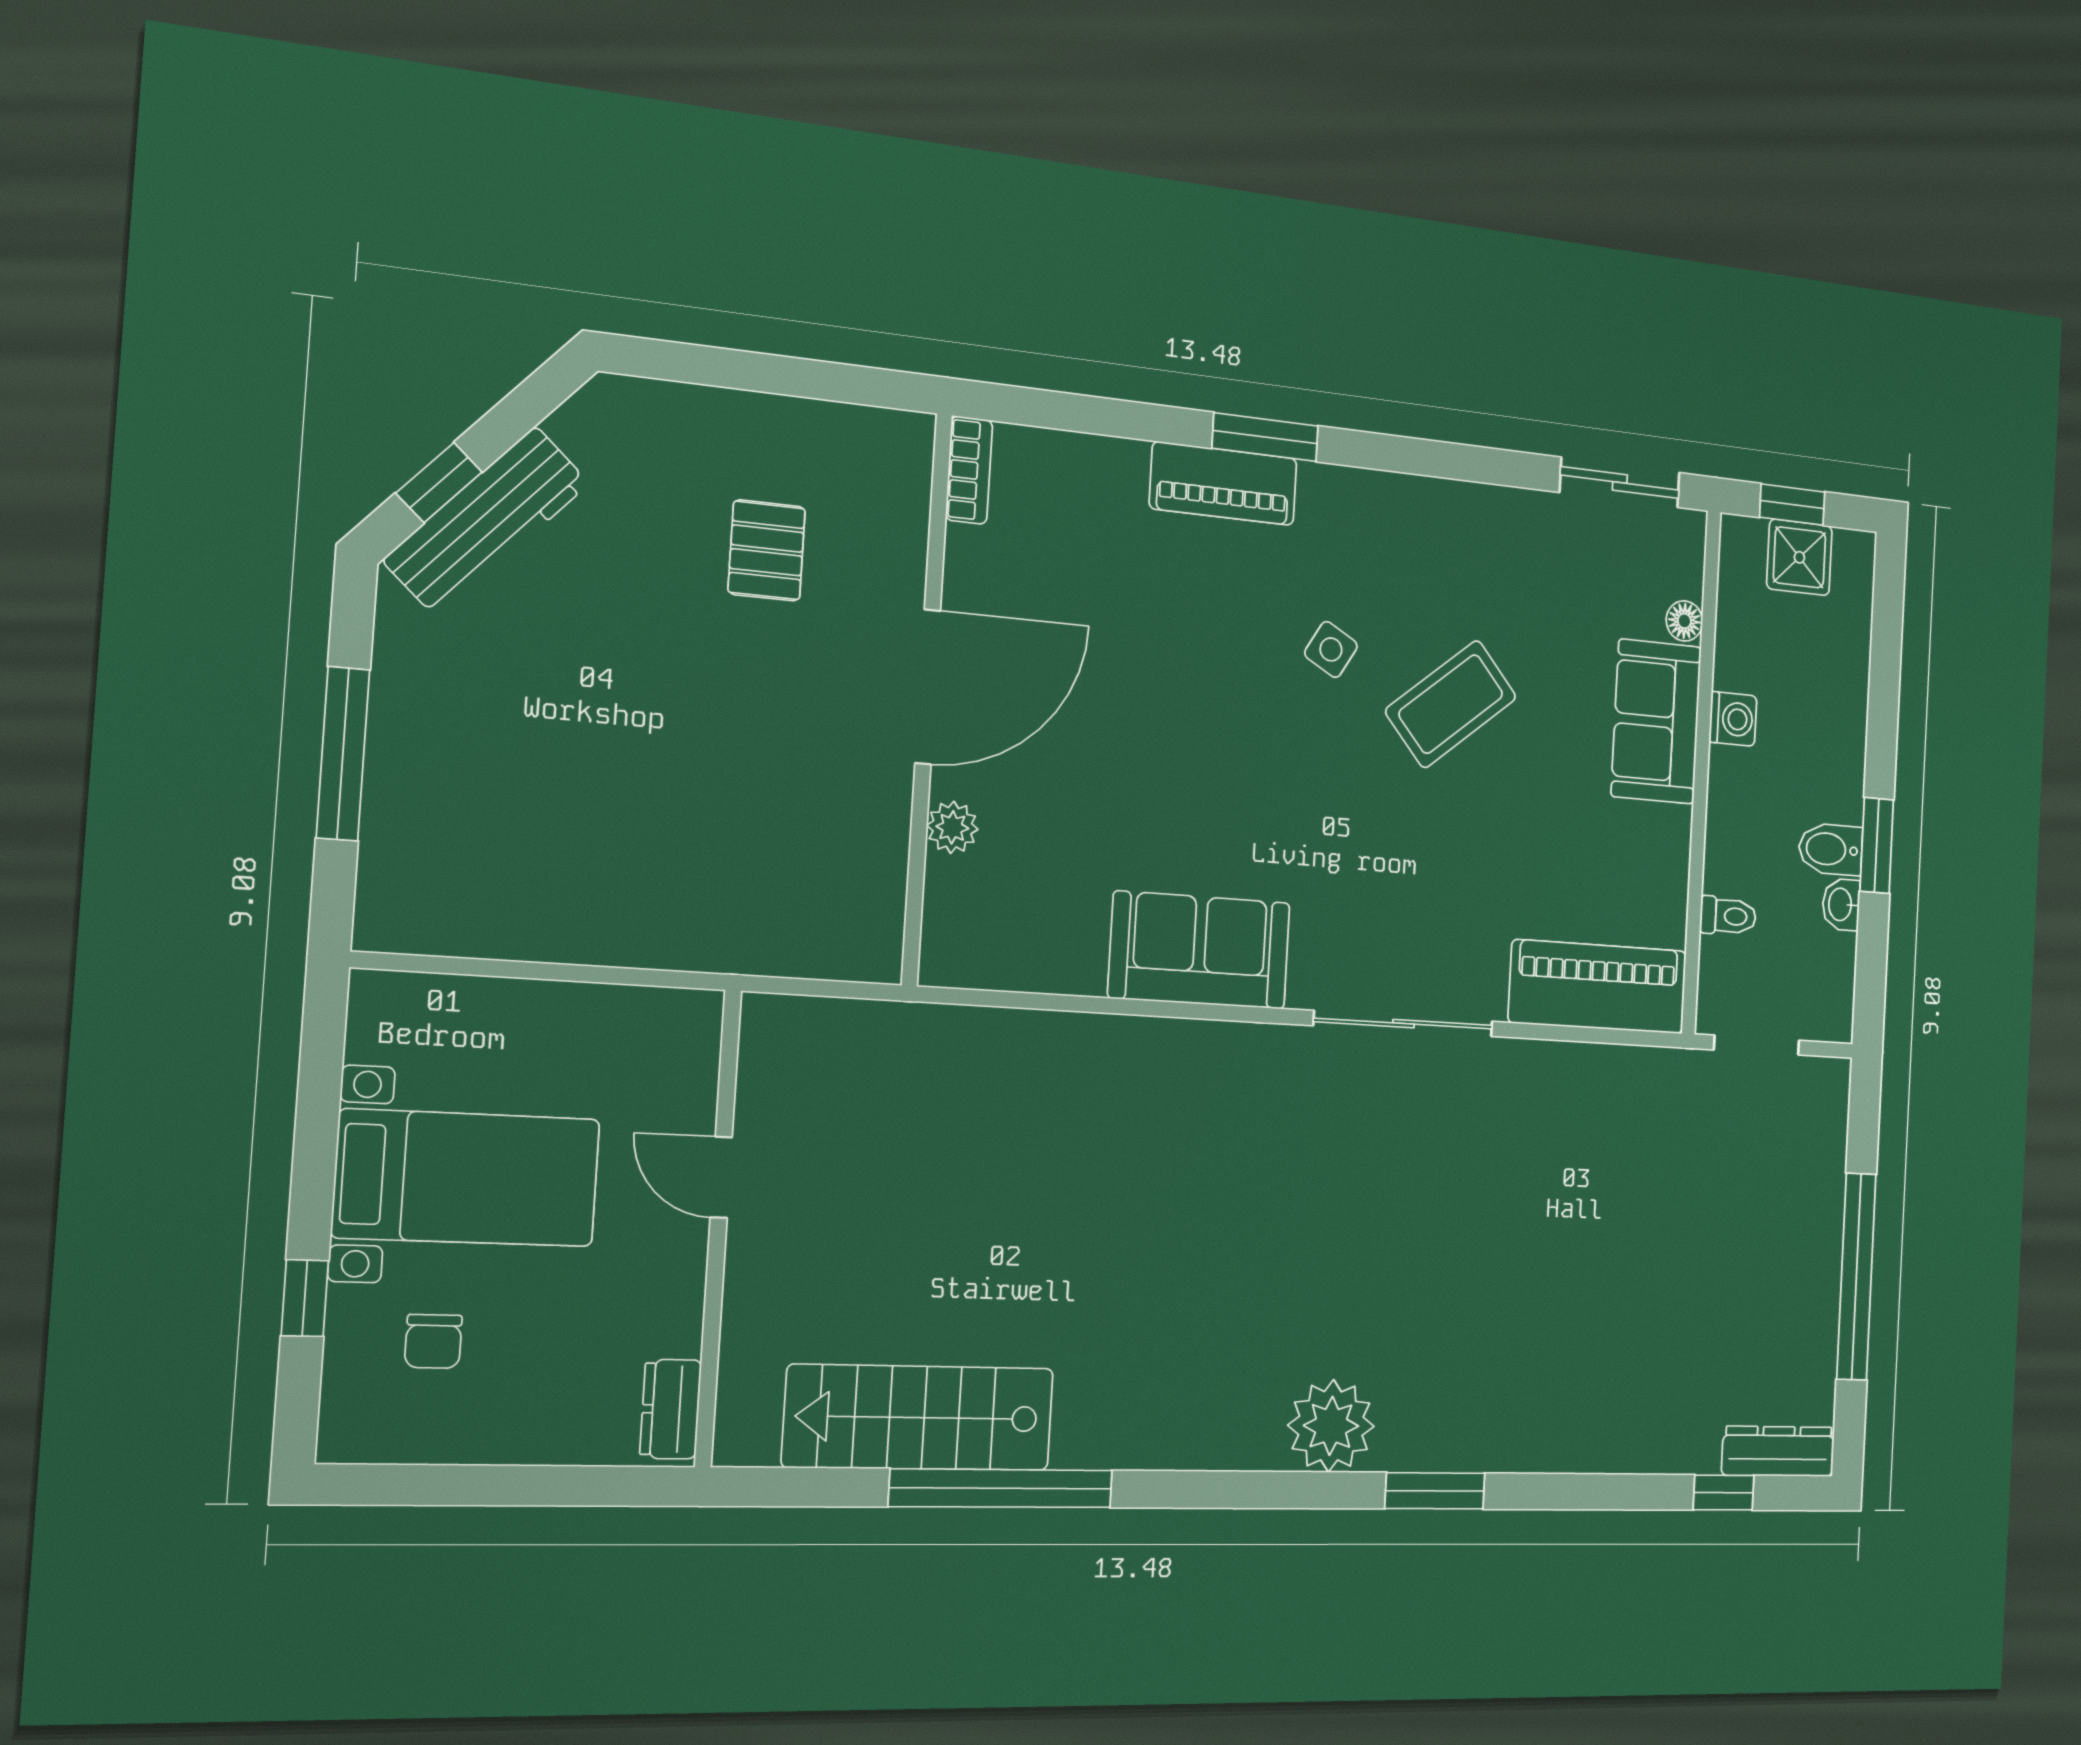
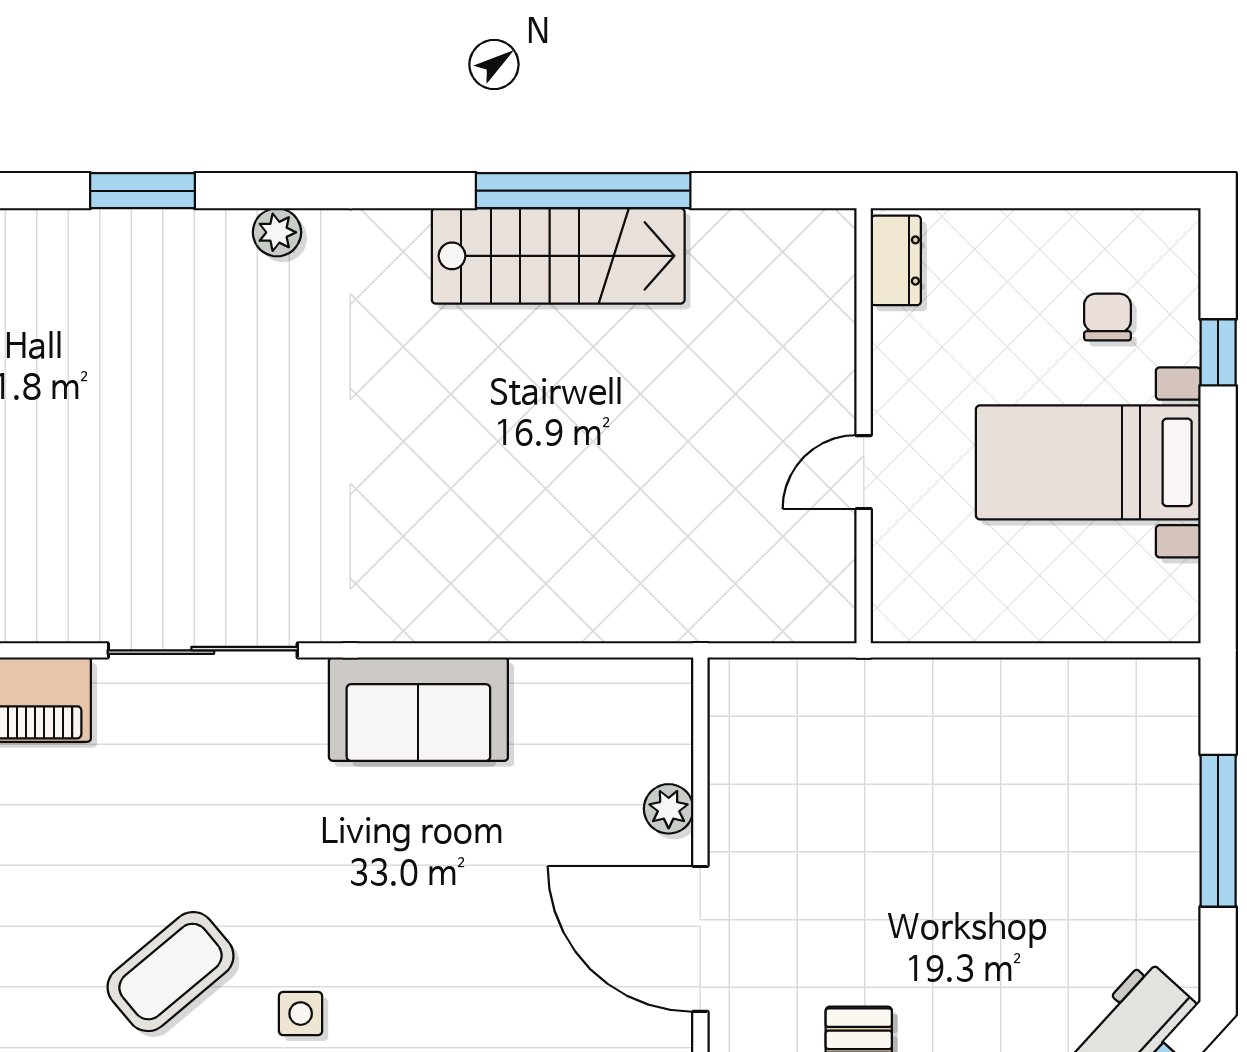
side table: (1331, 649) -> (301, 1014), turned -30
door: (928, 687) -> (700, 939), hinge flipped
door: (721, 1177) -> (864, 472), swing flipped
stairs: (919, 1418) -> (558, 256), moved
plant: (1331, 1426) -> (277, 232), width x0.53, depth x0.53

